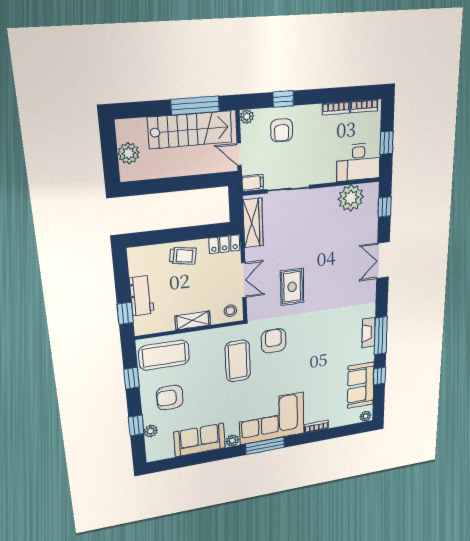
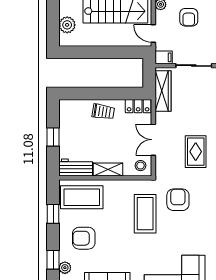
double door: (244, 280) -> (153, 140), swing flipped
workbench: (142, 296) -> (76, 167), moved, turned -90
window: (125, 313) -> (53, 137), moved

